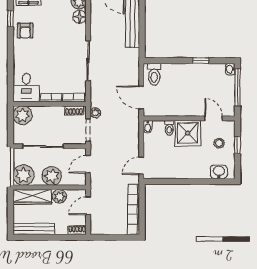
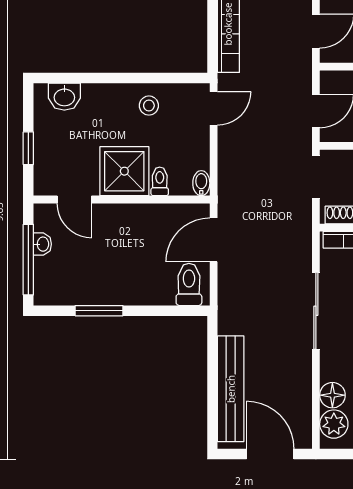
window: (201, 61) -> (99, 311), width x1.50
washbasin: (230, 69) -> (42, 244), moved
door: (141, 97) -> (214, 240), swing flipped
plant: (95, 113) -> (302, 210), removed
stool: (219, 143) -> (149, 106), moved

